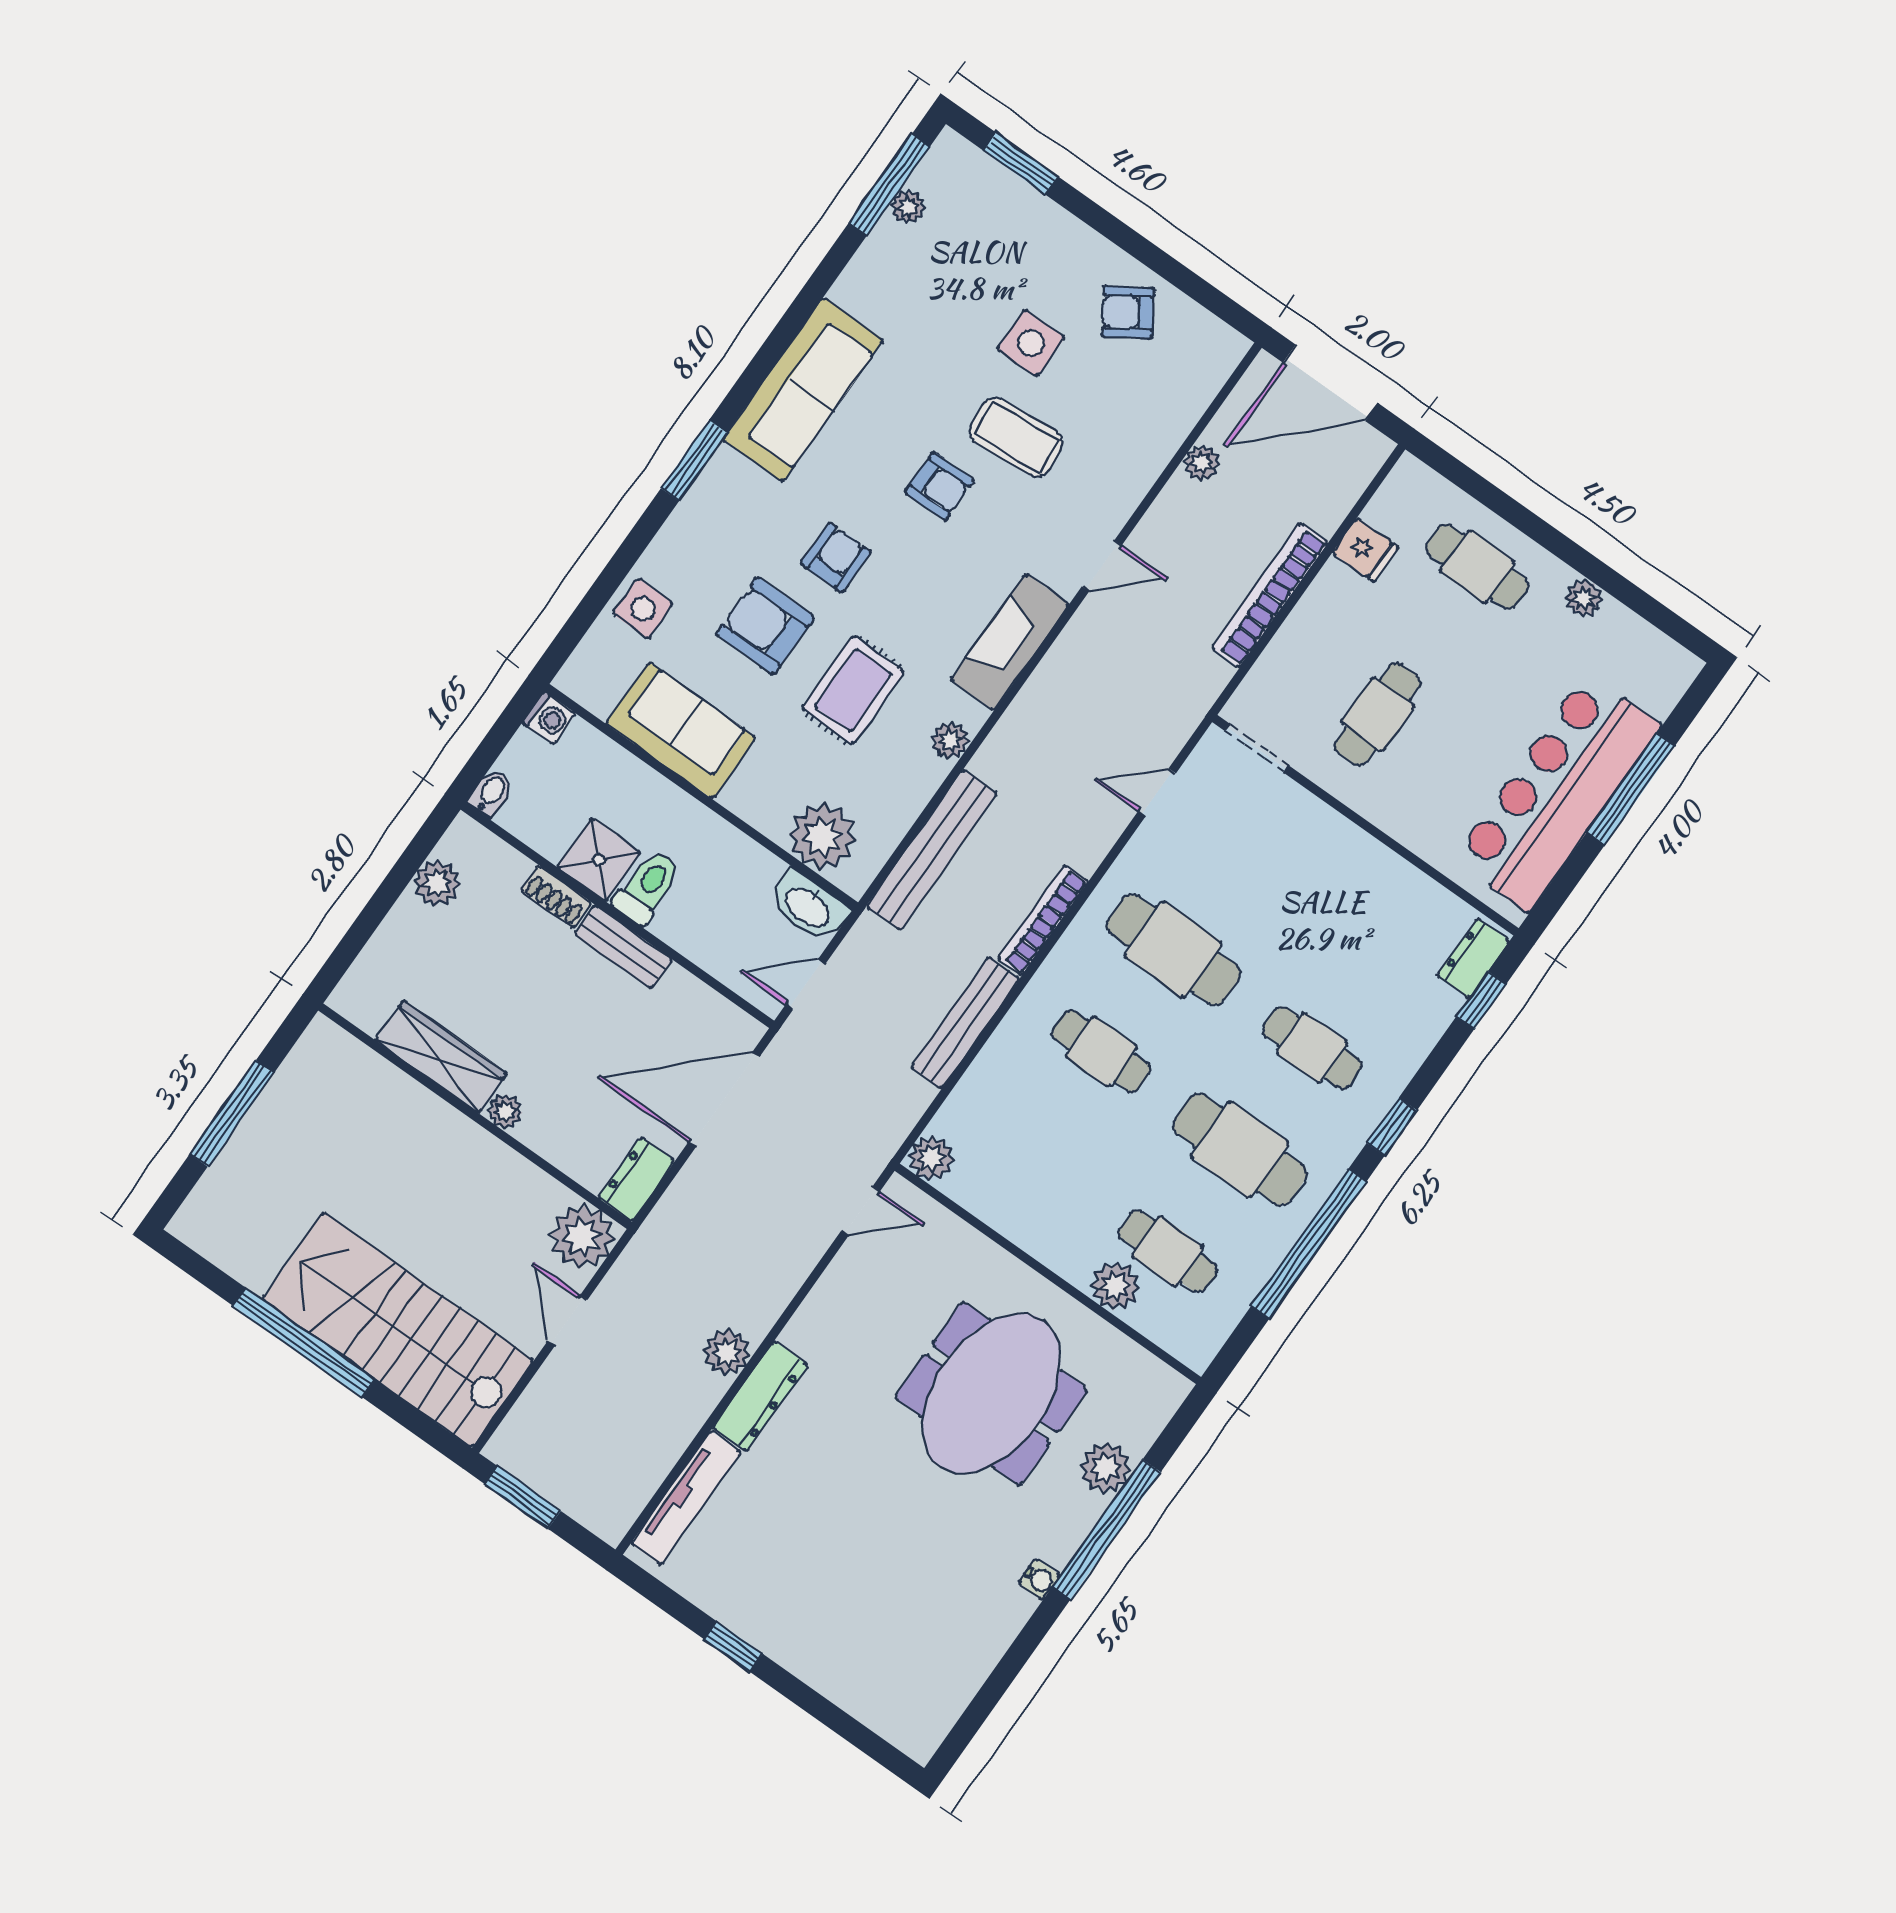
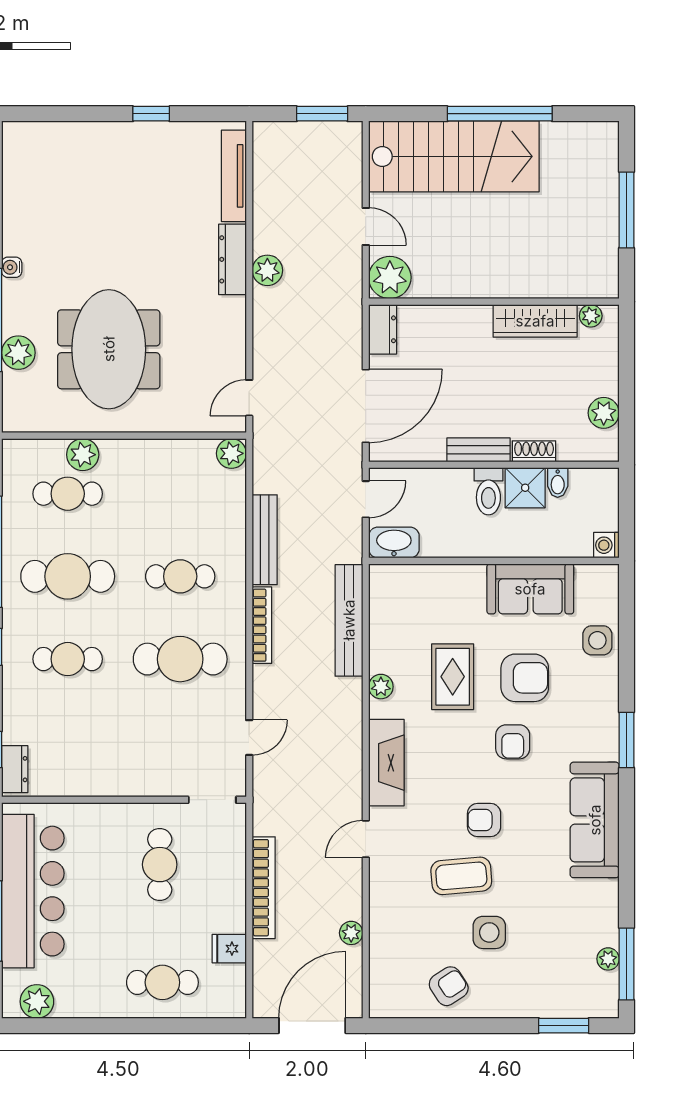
plant: (1584, 598) -> (37, 1001), moved, width x1.38, depth x1.38
bidet: (491, 793) -> (558, 483), moved
plant: (822, 836) -> (413, 586), removed
plant: (505, 1111) -> (591, 316), moved

